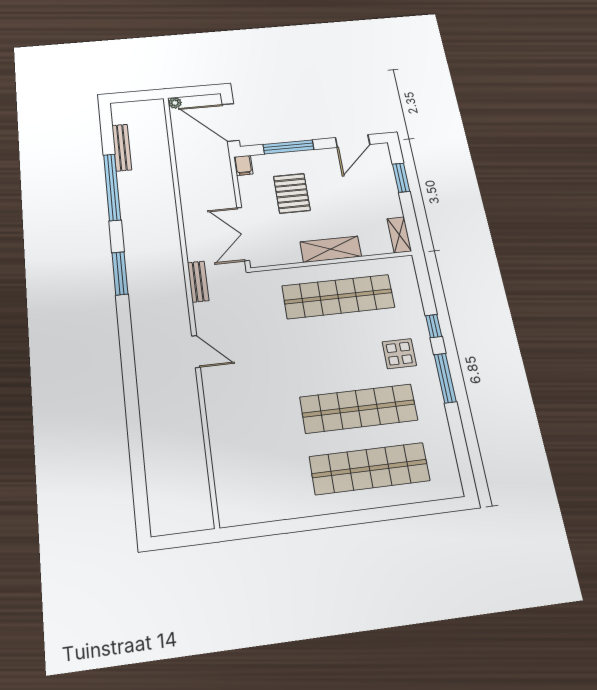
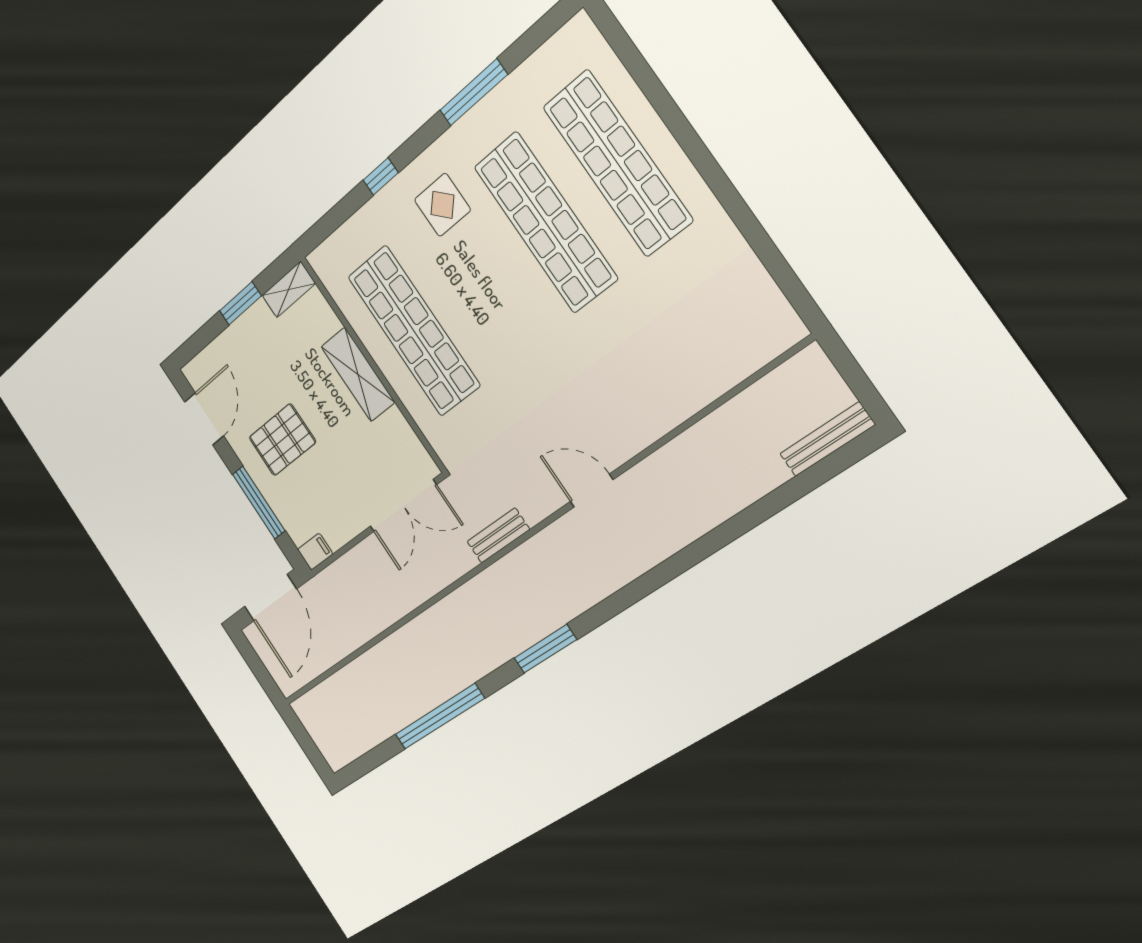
plant: (175, 103) -> (287, 686), removed
door: (353, 141) -> (204, 419), hinge flipped
bench: (122, 148) -> (827, 439), moved
window: (401, 178) -> (240, 303), moved
pallet: (292, 193) -> (282, 440), moved
door: (196, 352) -> (592, 491), hinge flipped
window: (445, 378) -> (473, 92), moved

